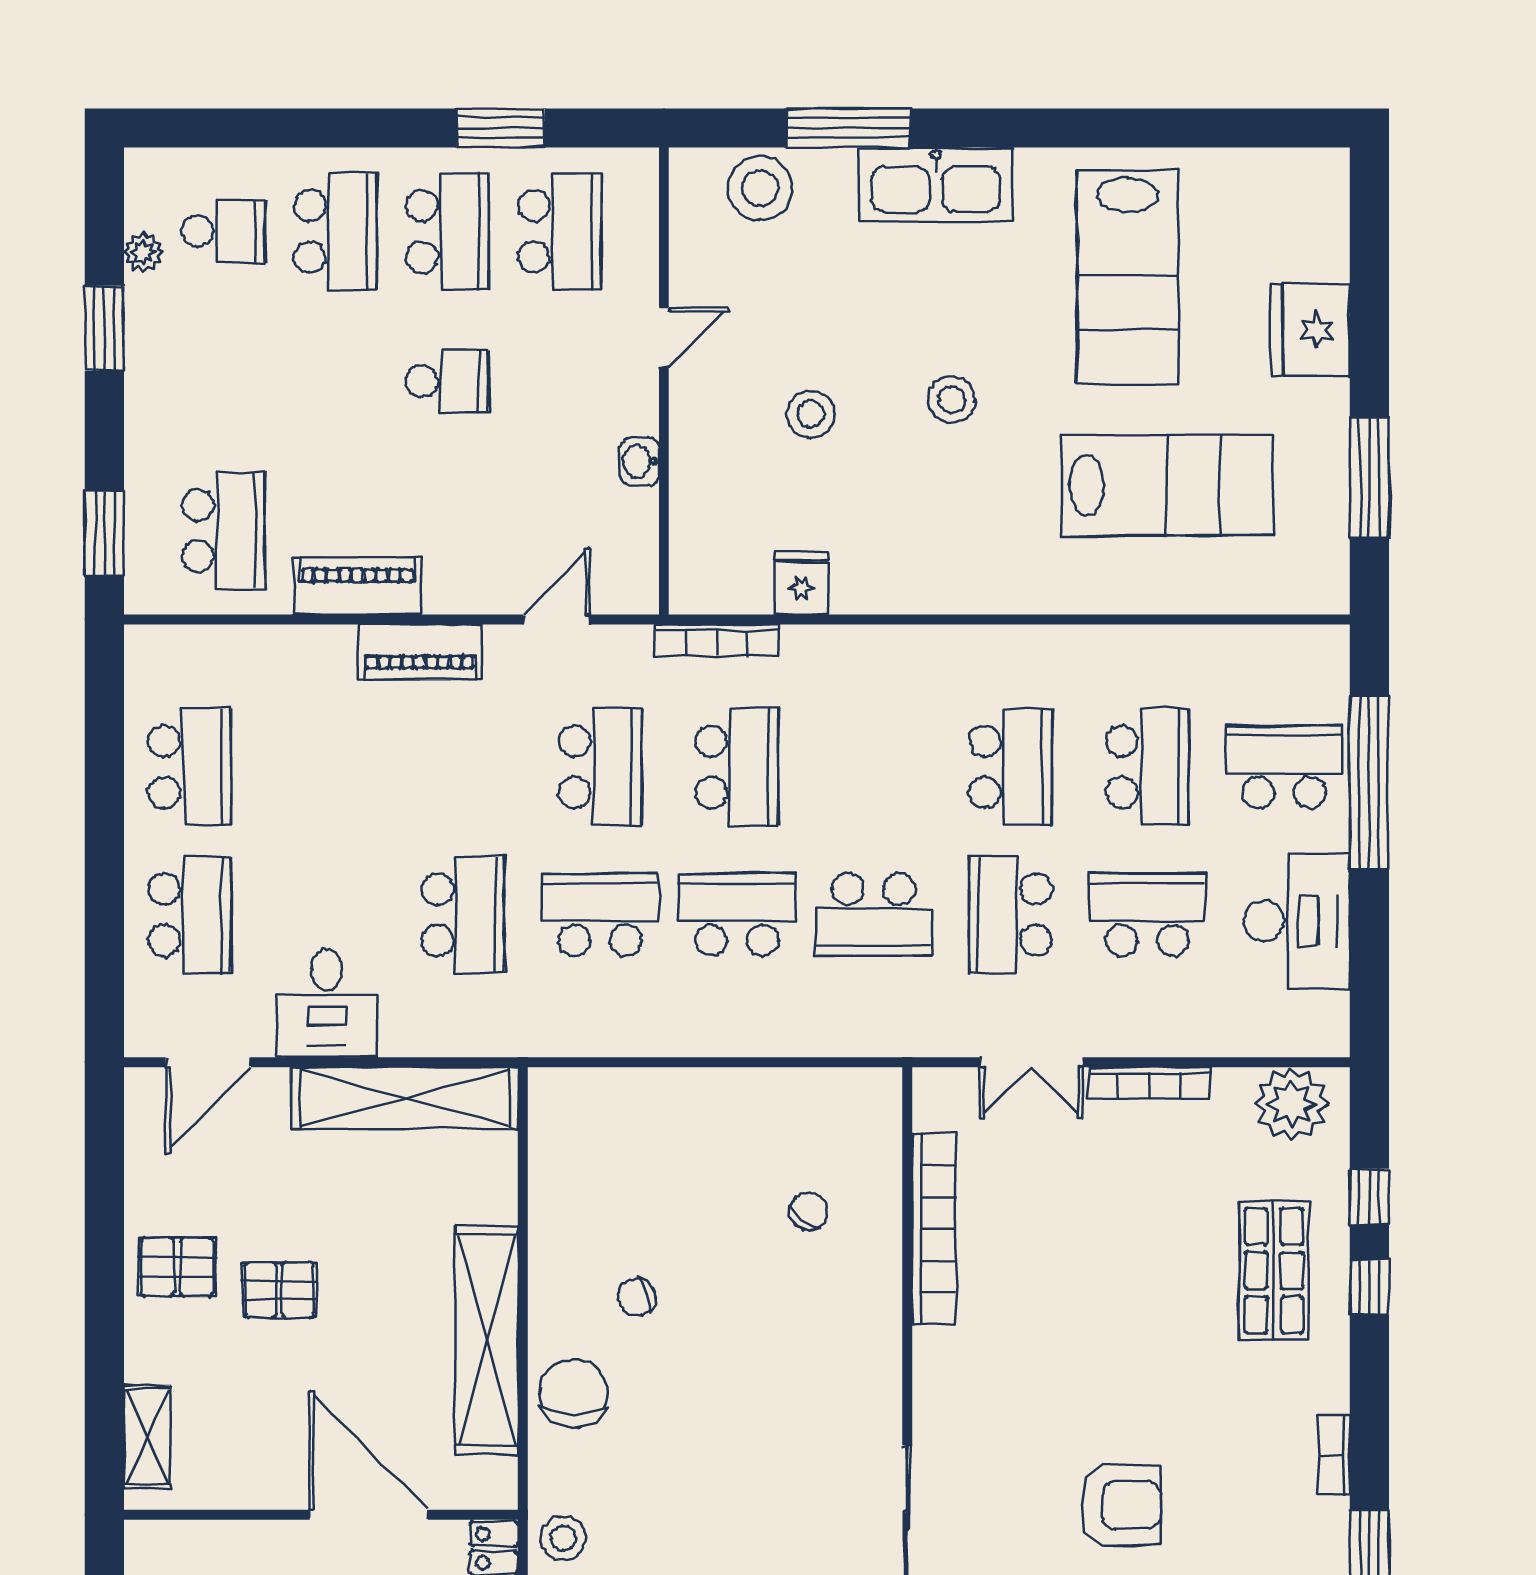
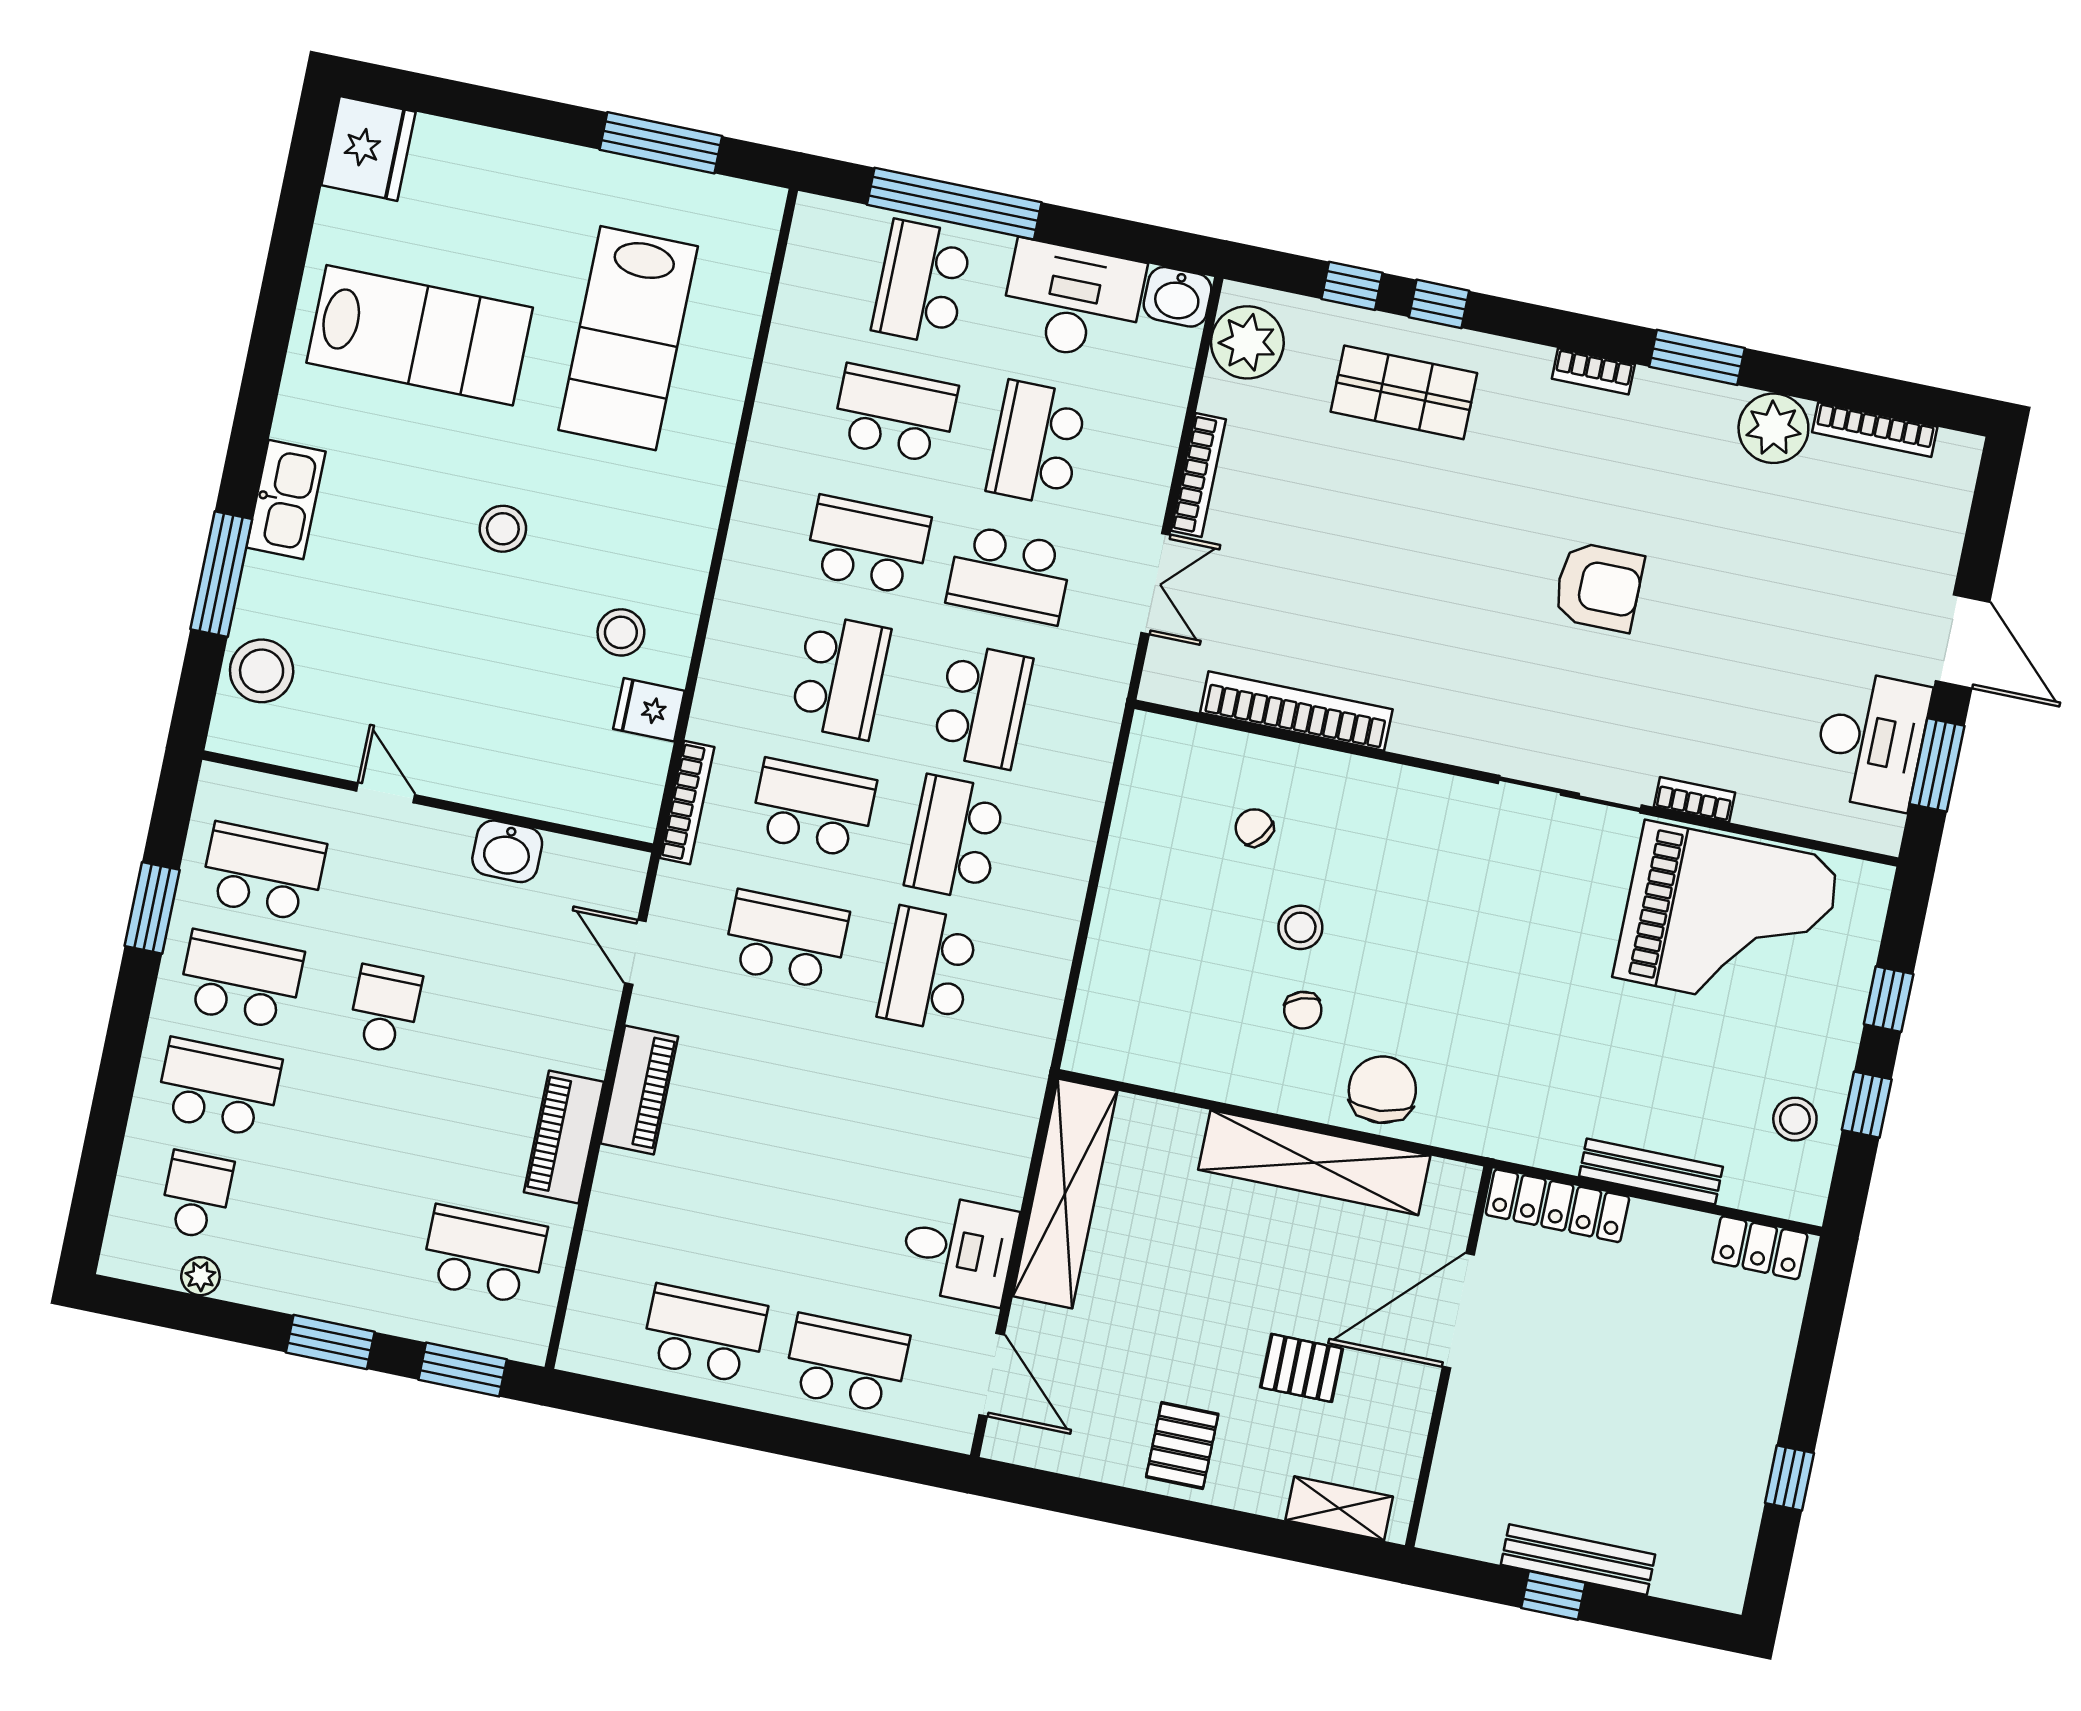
kitchen sink: (936, 184) -> (286, 500), width x0.73, depth x0.81
window: (104, 328) -> (330, 1342), moved
fridge: (1310, 330) -> (368, 148), moved, turned -90
stool: (811, 414) -> (621, 632), moved
washbasin: (639, 461) -> (507, 851), width x1.38, depth x1.45
lab bench: (1168, 485) -> (628, 338), turned 180
school desk: (463, 915) -> (840, 677), moved, turned 90
washbasin: (1323, 1025) -> (1178, 297), added
pallet: (279, 1290) -> (1302, 1368), moved, turned 90
chair: (574, 1393) -> (1382, 1090), turned 84
armchair: (1120, 1505) -> (1599, 587), turned 90
stool: (563, 1538) -> (1300, 927), moved

